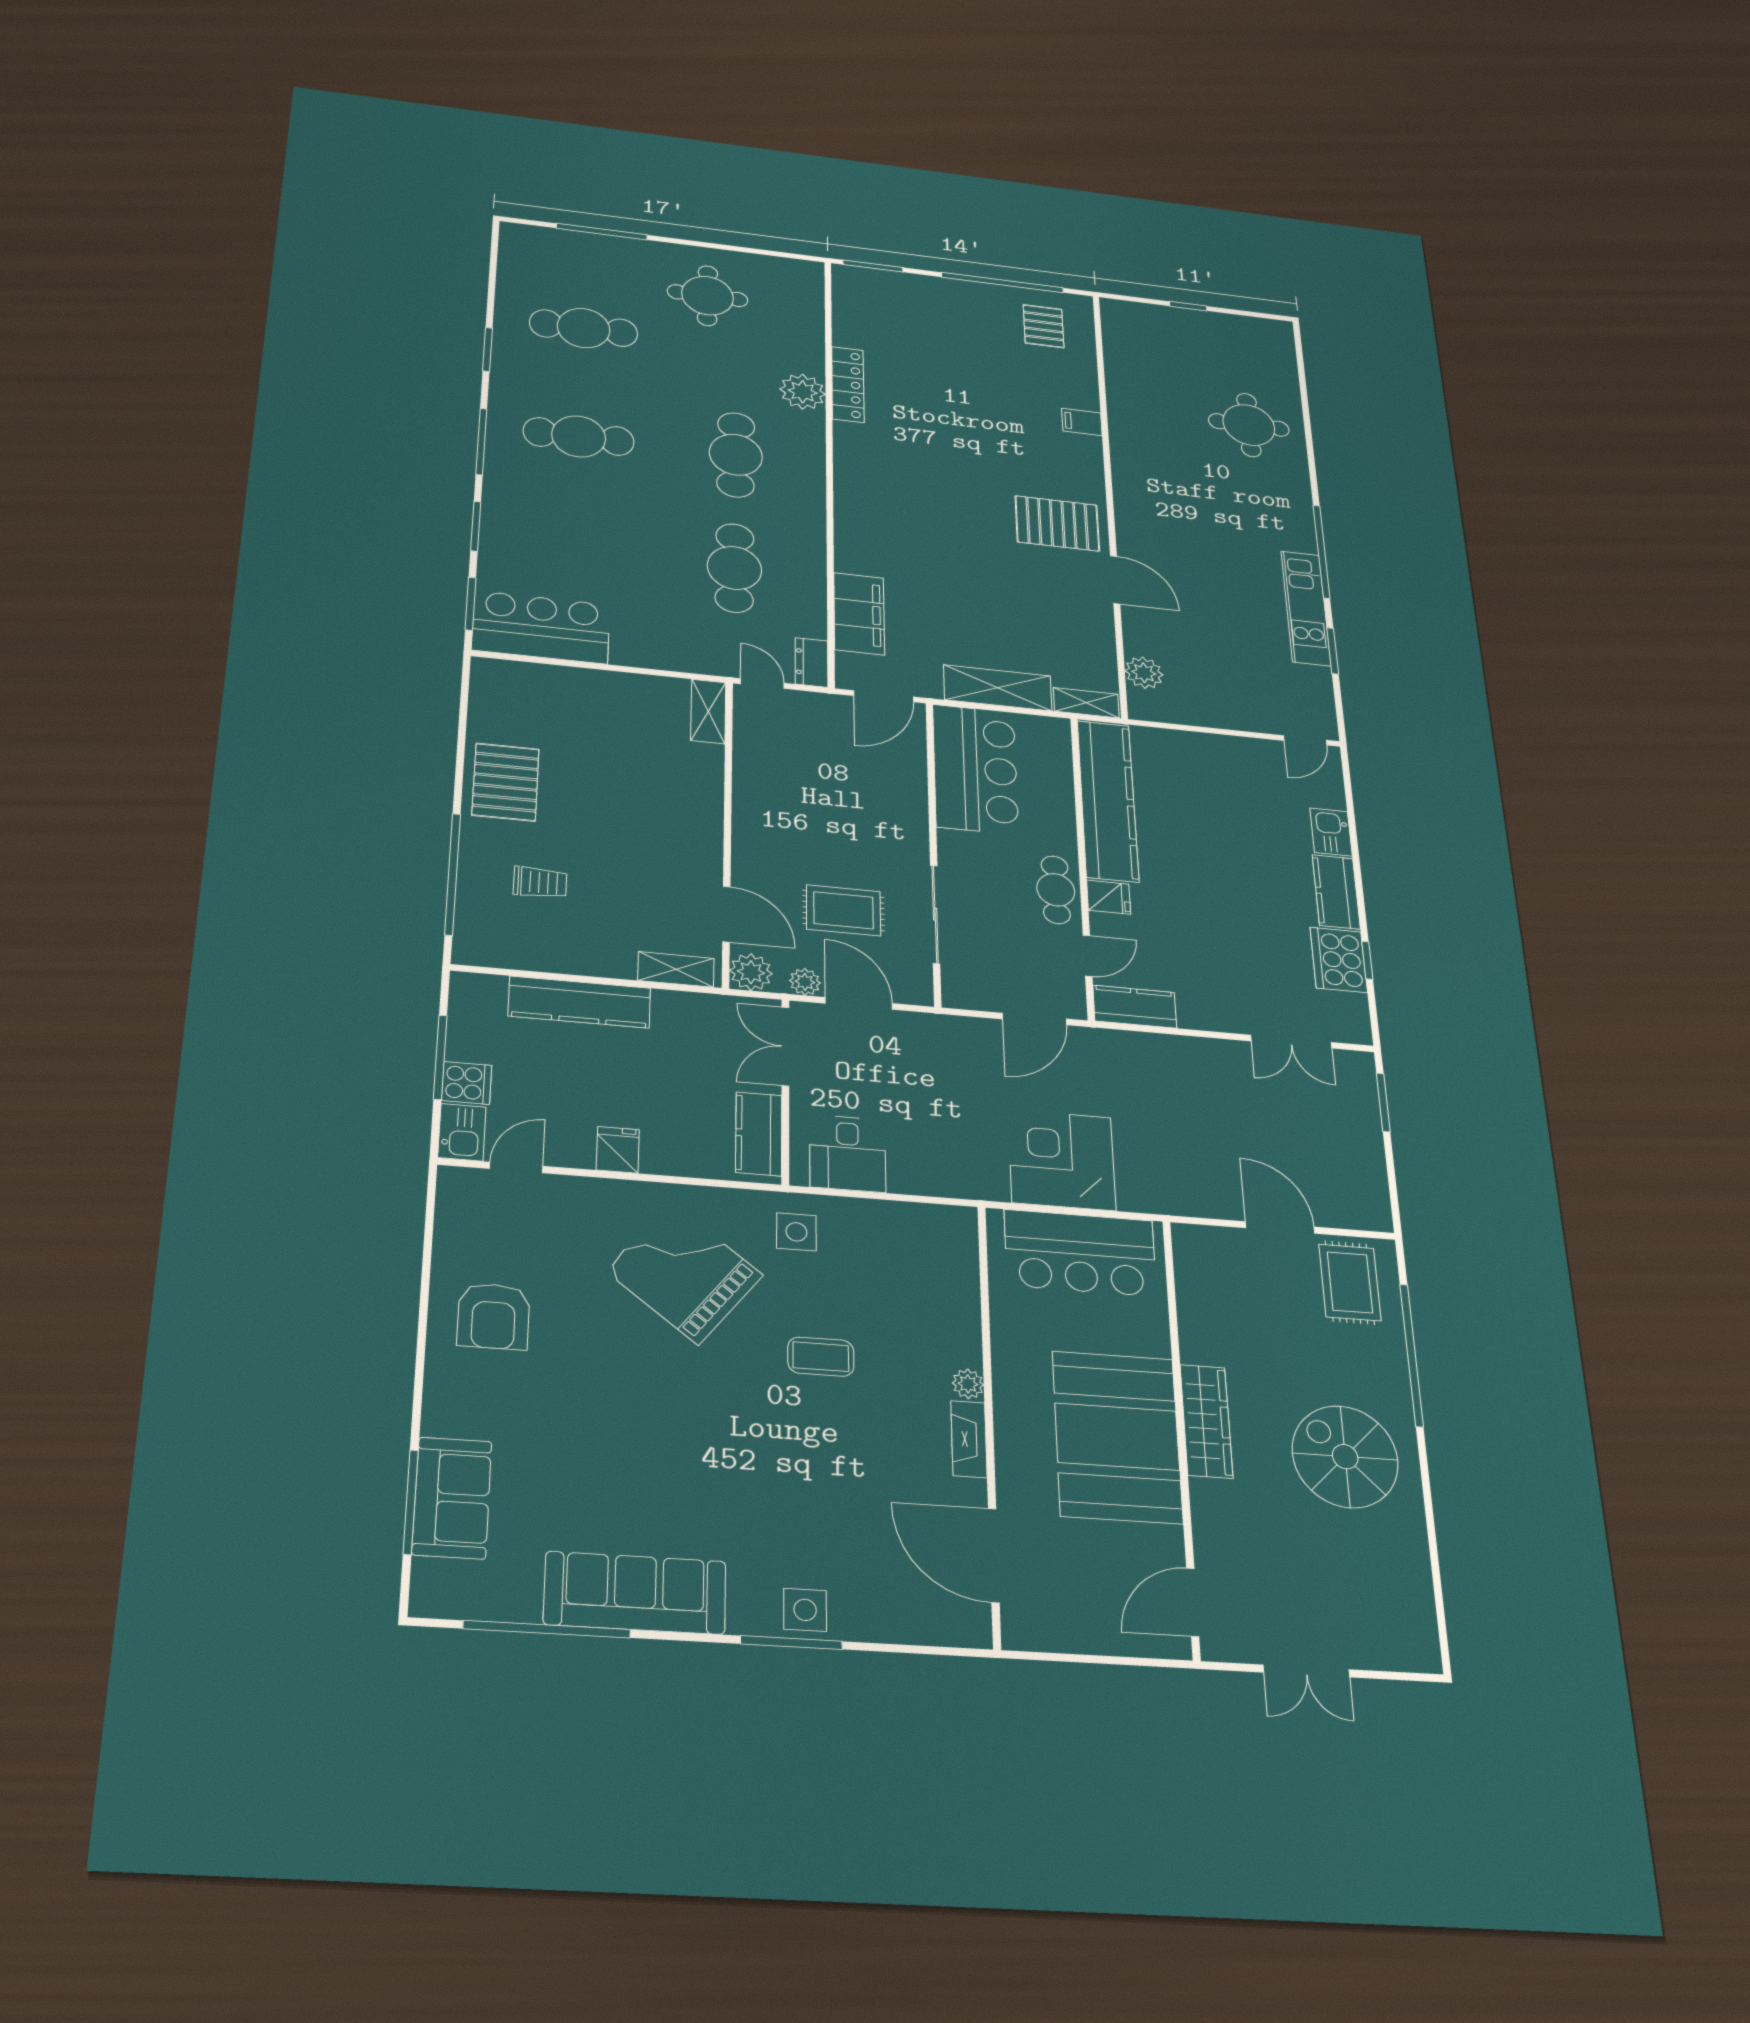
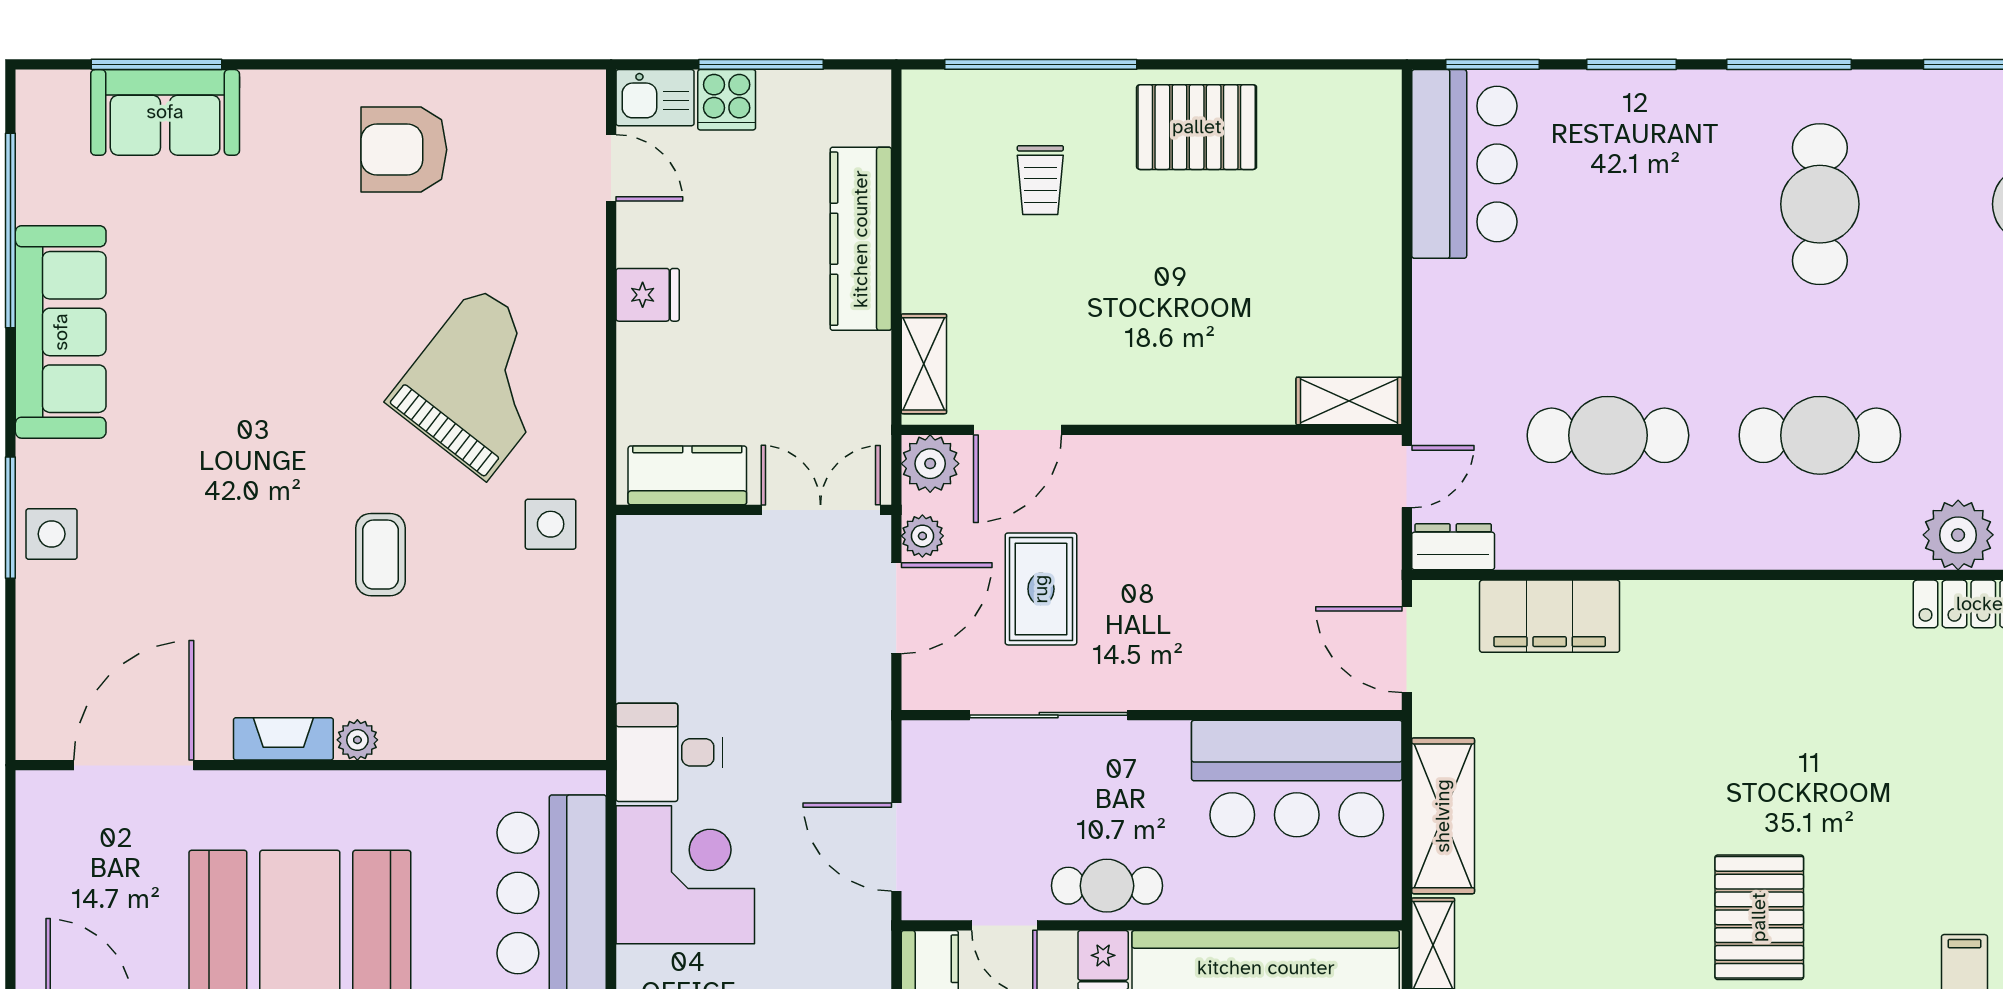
desk: (848, 1153) -> (669, 752), moved

